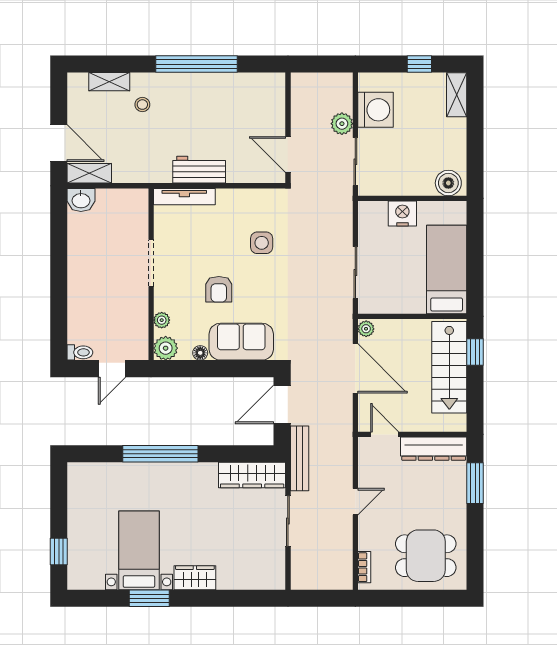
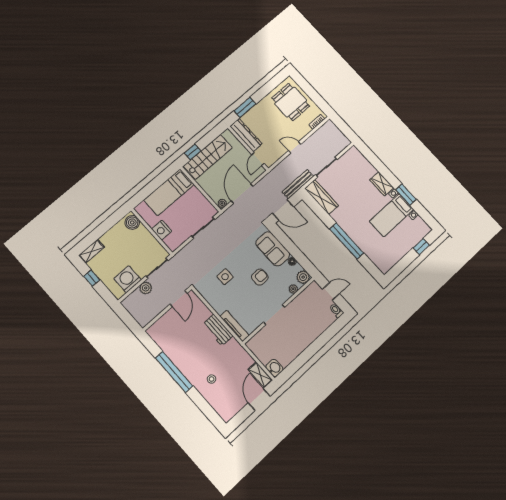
shelving: (109, 82) -> (214, 402), removed

